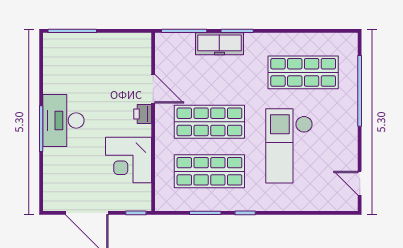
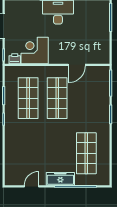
freezer: (219, 44) -> (60, 179), moved, turned 90
printer: (143, 114) -> (15, 59), moved
checkout: (289, 146) -> (43, 145), removed
door: (360, 183) -> (31, 186), moved

